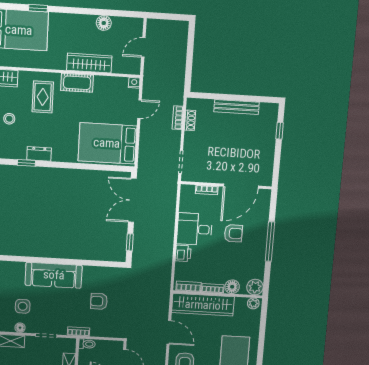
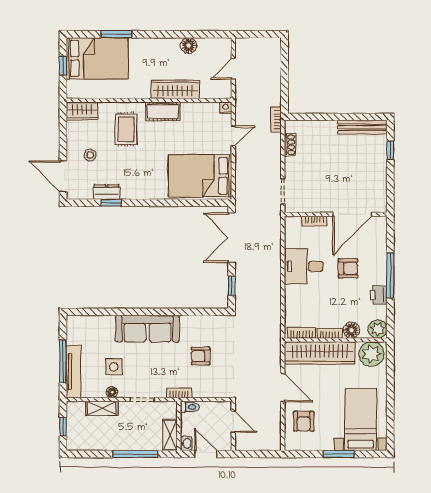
window: (38, 8) -> (116, 34), width x1.50
bench: (237, 107) -> (362, 127), moved
bookcase: (178, 118) -> (276, 120), moved
dresser: (39, 154) -> (106, 192), moved
printer: (183, 253) -> (379, 295), moved, turned 180
plant: (253, 303) -> (371, 354), width x1.87, depth x1.87

